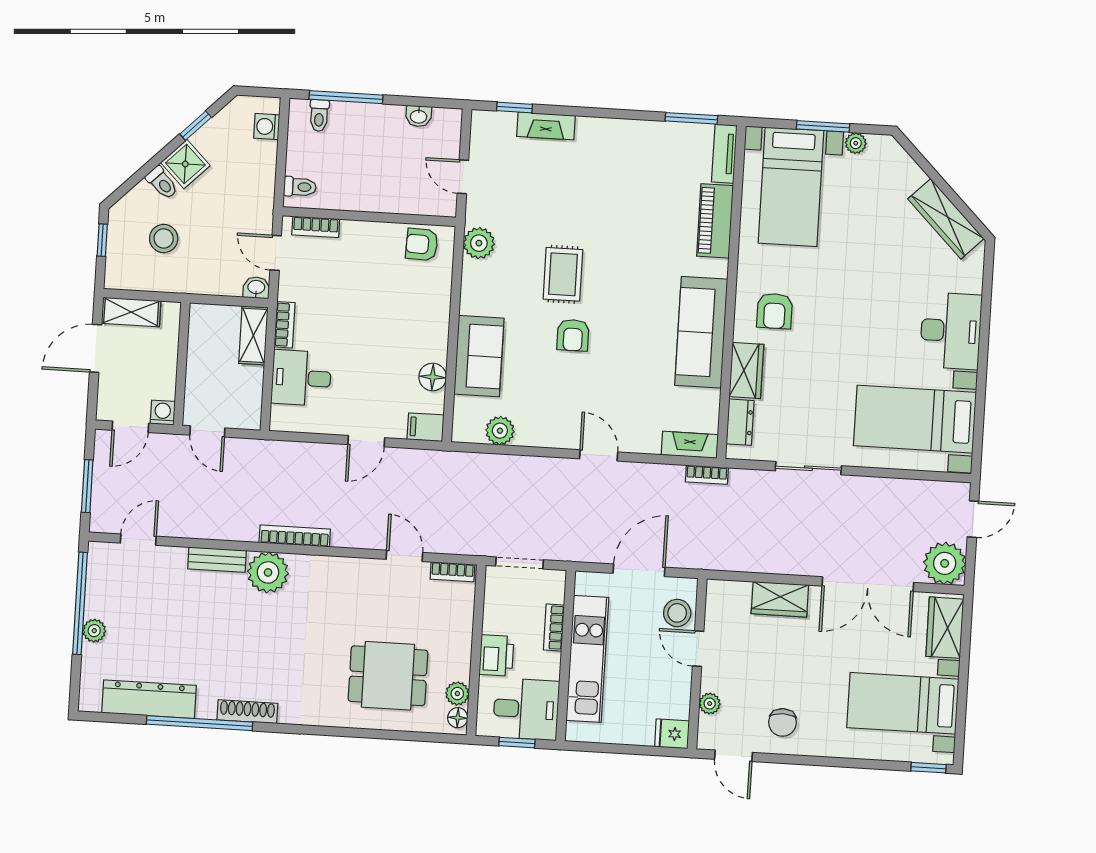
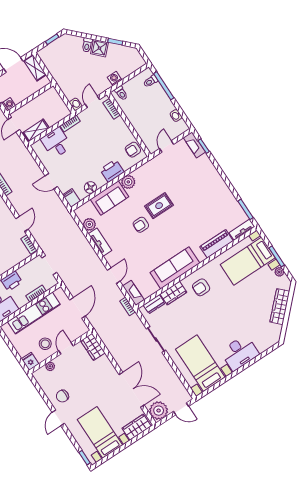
fireplace: (546, 126) -> (194, 145), moved
washing machine: (267, 127) -> (115, 79), moved
wardrobe: (946, 219) -> (280, 307), moved
stool: (164, 238) -> (68, 60), removed
plant: (479, 243) -> (128, 182), moved
armchair: (422, 244) -> (133, 150), turned -92
printer: (432, 313) -> (112, 171), added
shelving: (253, 335) -> (36, 130), moved
tv unit: (548, 436) -> (100, 242), added
door: (599, 455) -> (114, 276), moved
door: (639, 570) -> (78, 308), hinge flipped
double door: (868, 584) -> (132, 390), swing flipped
wardrobe: (780, 599) -> (93, 347), moved
stool: (677, 613) -> (45, 344), moved
door: (733, 756) -> (58, 418), moved

